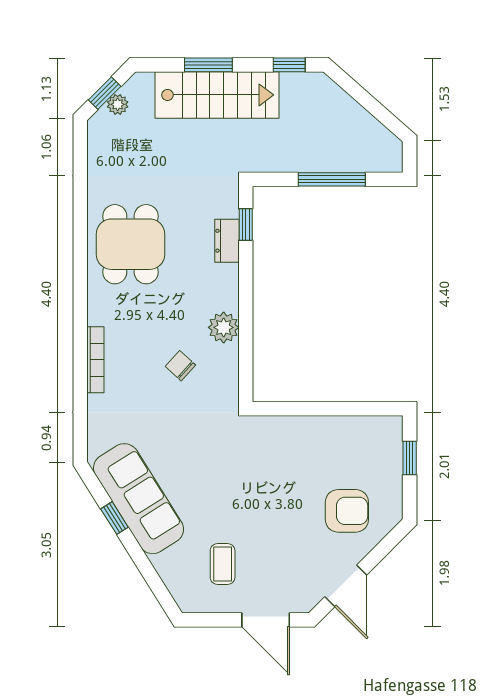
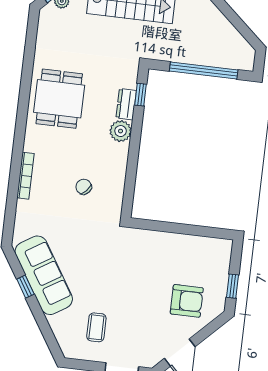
window: (332, 179) -> (204, 70), width x1.46
plant: (224, 327) -> (121, 131), moved
window: (410, 458) -> (232, 286), moved

